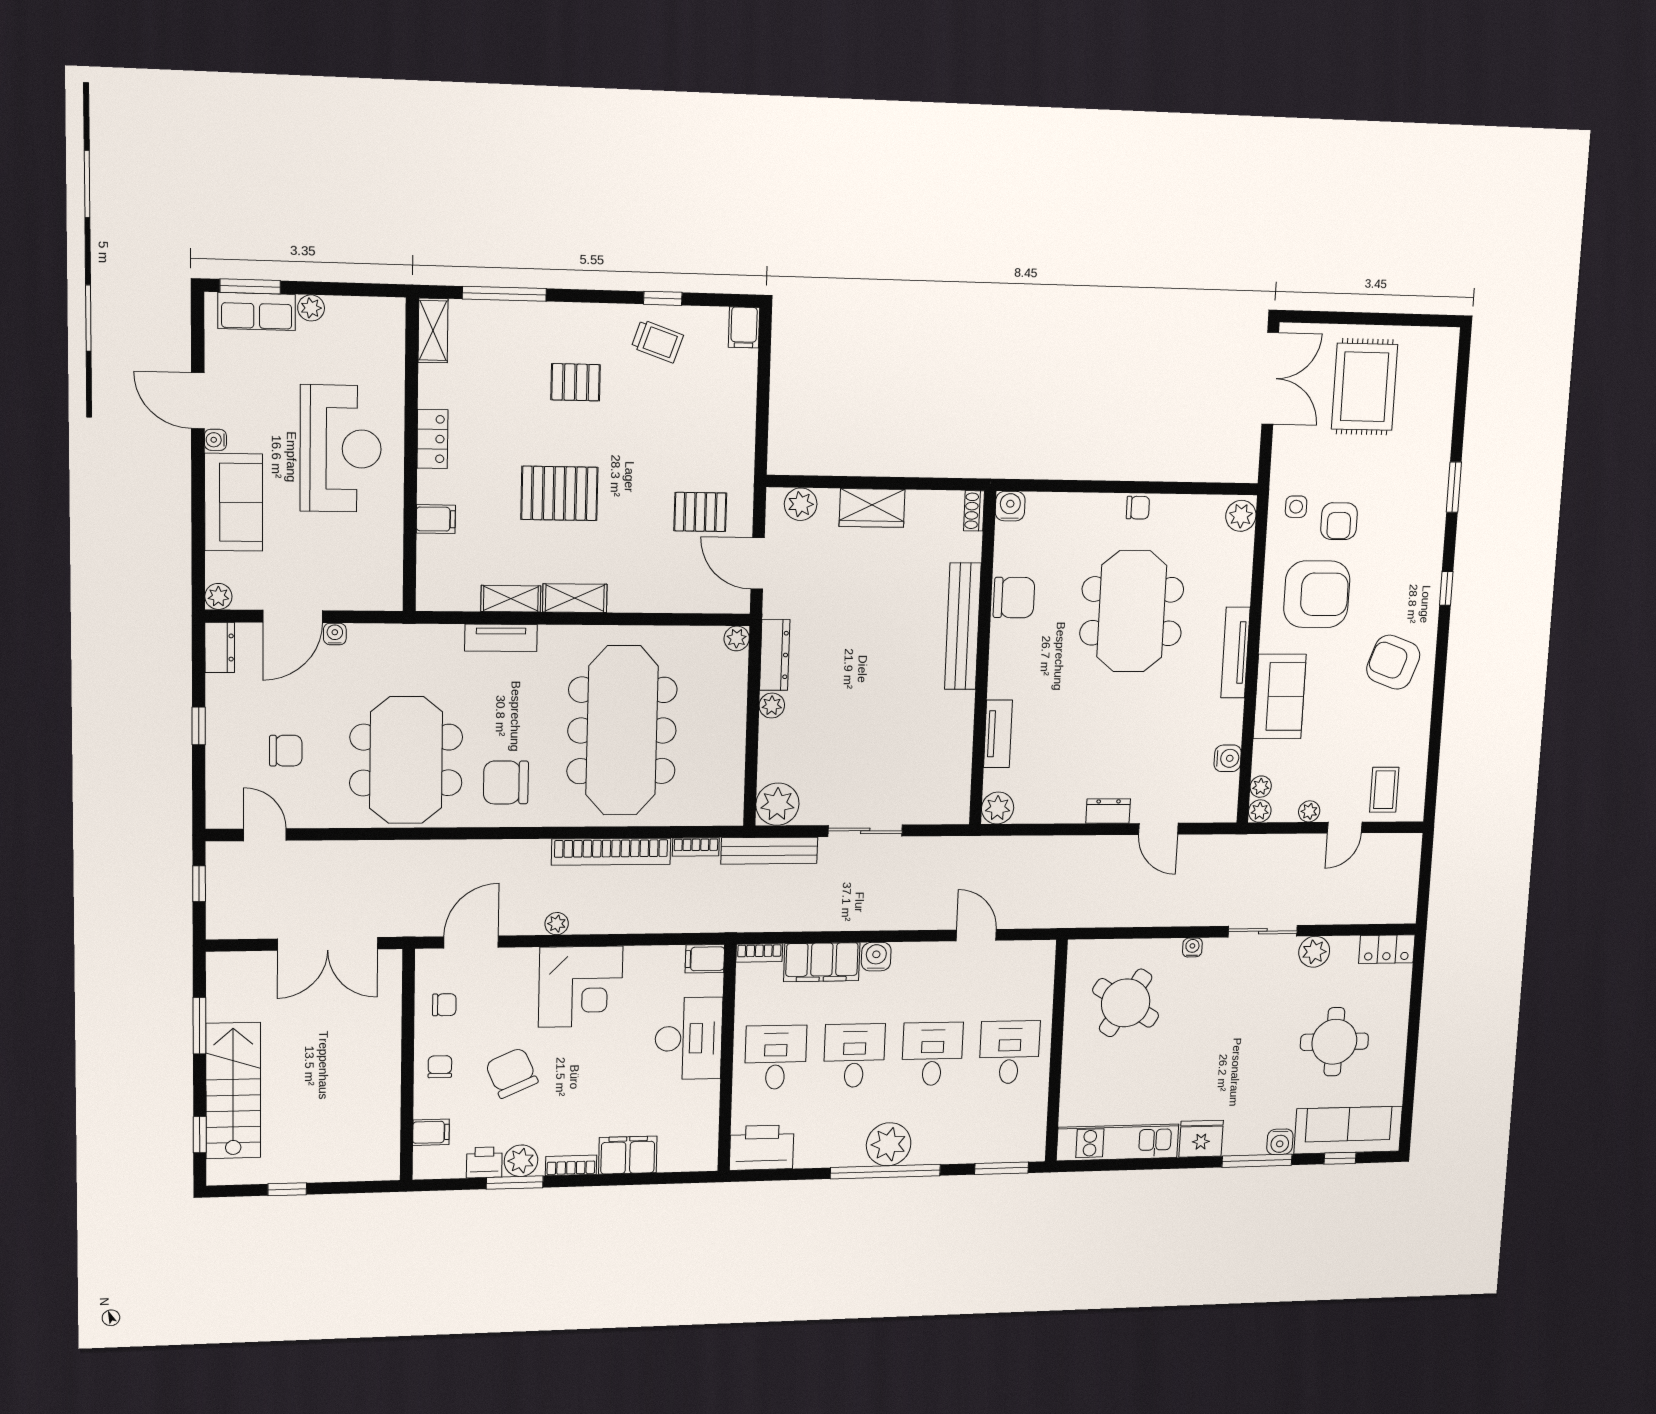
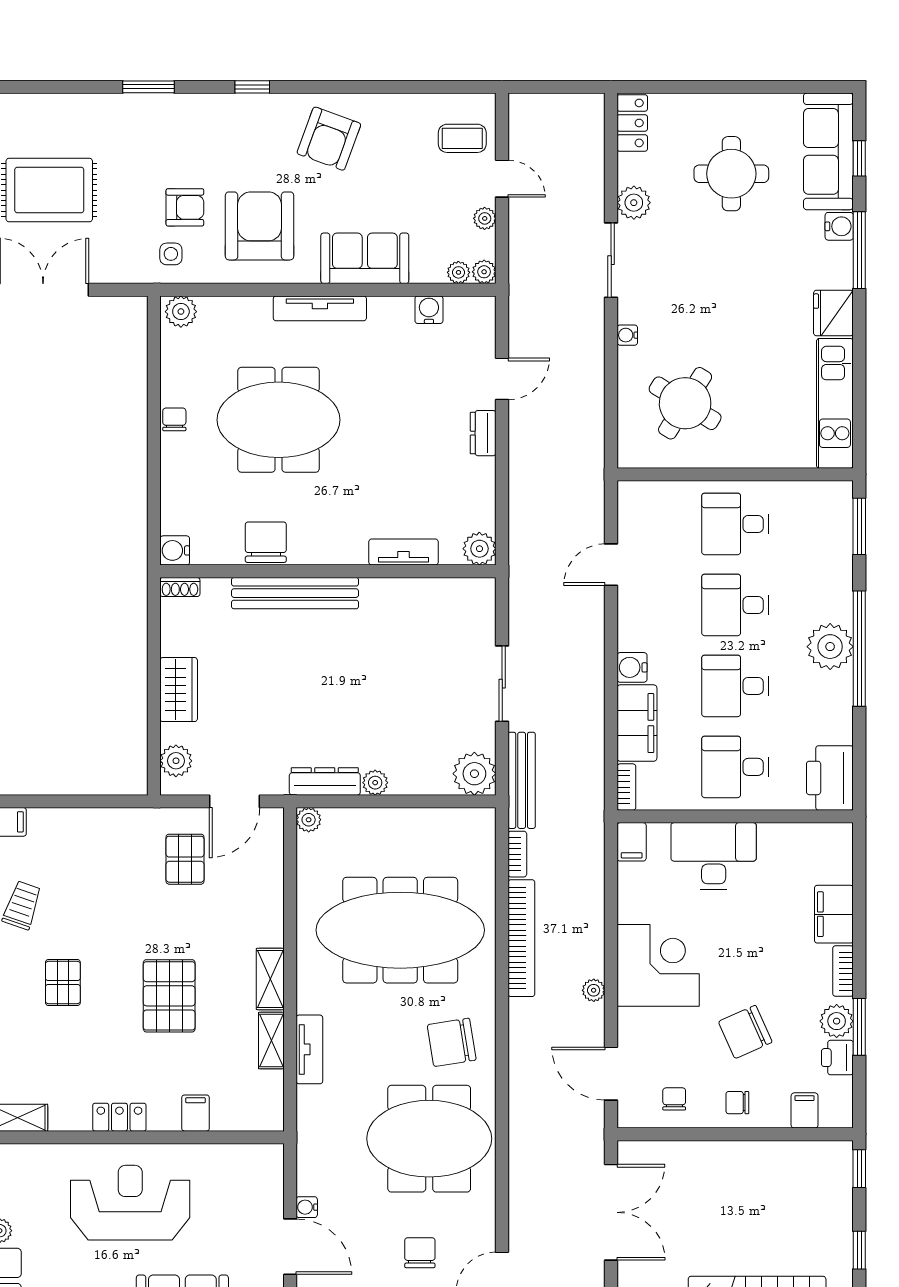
chair: (506, 782) -> (452, 1042), turned 81
window: (371, 1187) -> (859, 1169), added

